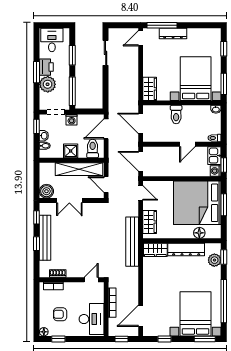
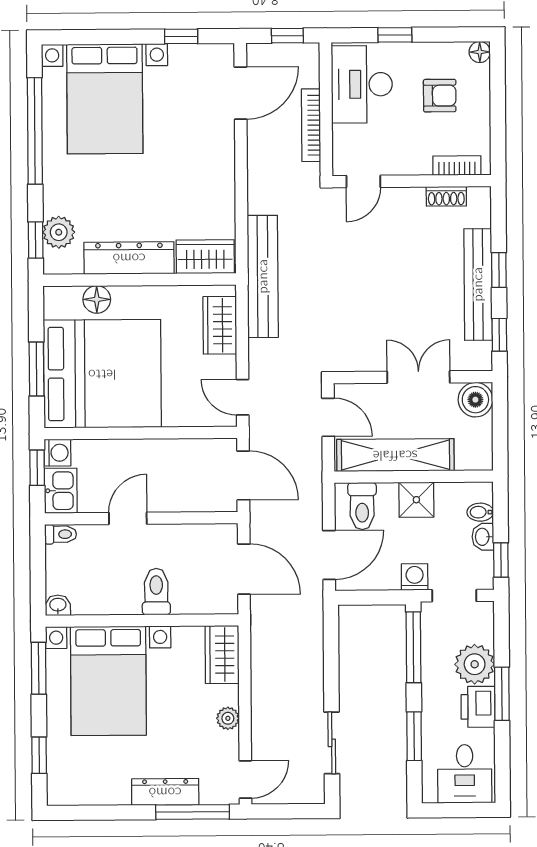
plant: (147, 63) -> (228, 718), added
window: (58, 339) -> (395, 35), moved
window: (205, 339) -> (81, 37), removed

